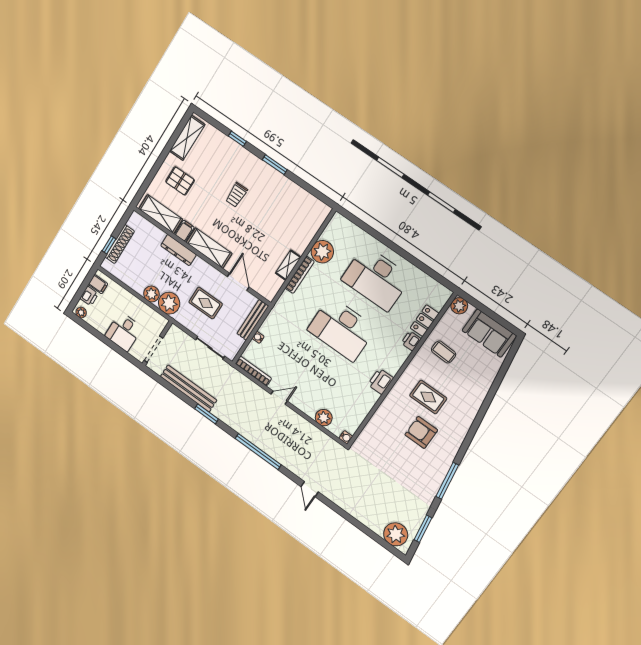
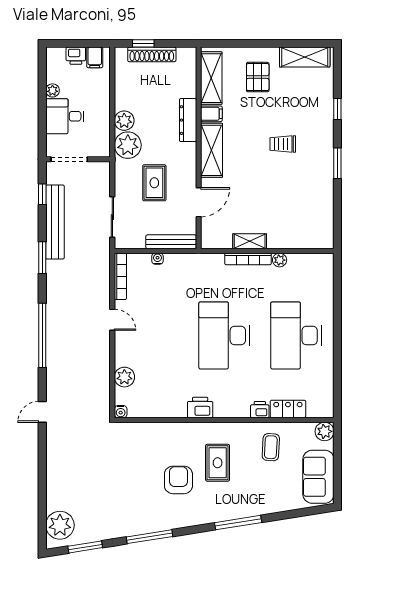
plant: (322, 252) -> (280, 260), width x0.53, depth x0.53
plant: (81, 313) -> (52, 90), moved
window: (165, 384) -> (42, 194), added
window: (482, 413) -> (238, 523), added

